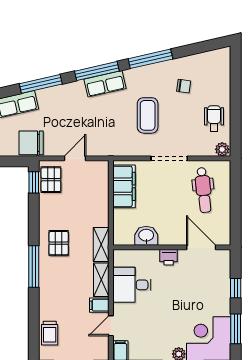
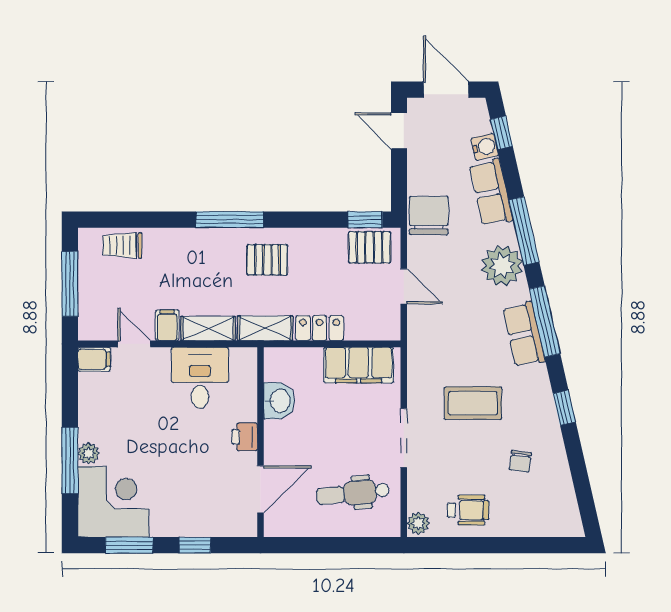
window: (150, 59) -> (564, 408), width x0.46
plant: (62, 97) -> (502, 266), added
locker: (101, 211) -> (320, 328), added

